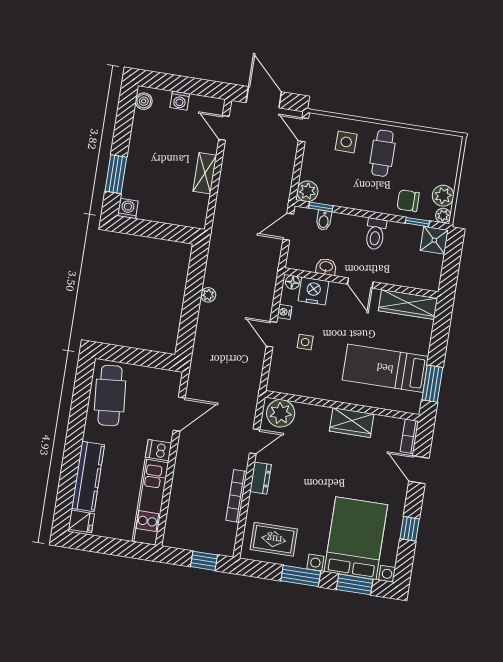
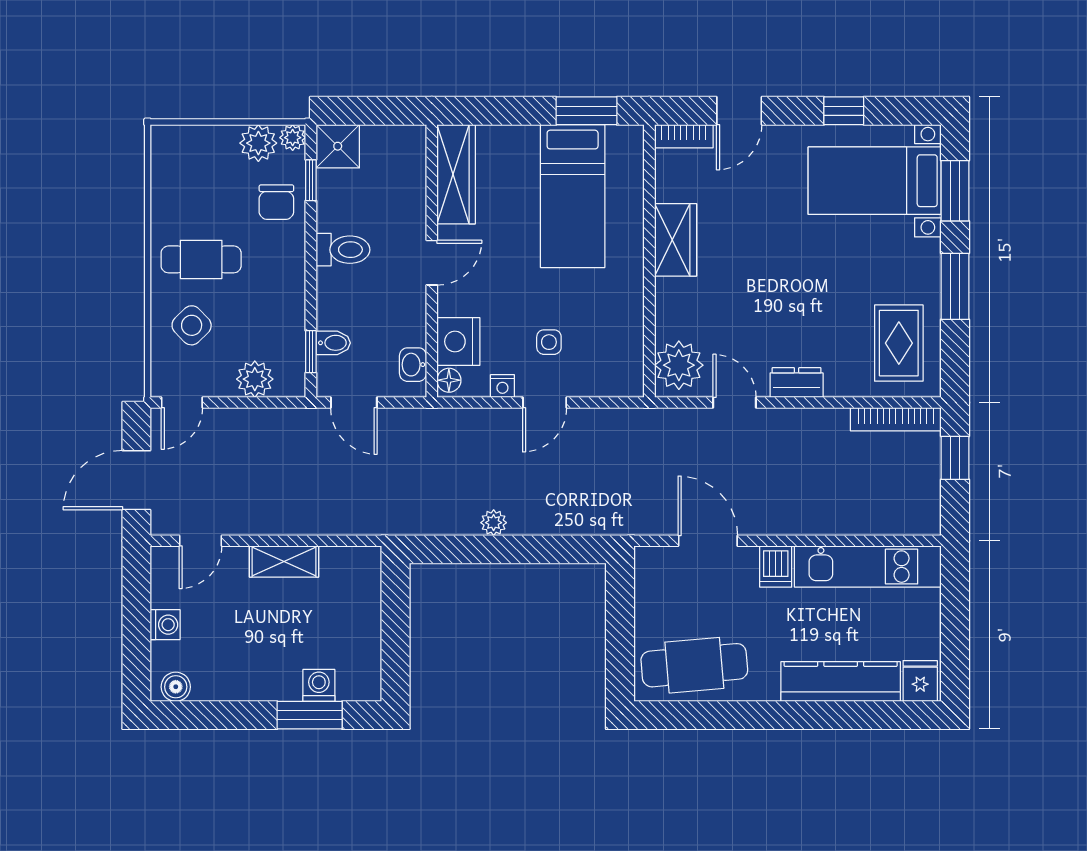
side table: (346, 142) -> (192, 325), turned 45
plant: (307, 191) -> (255, 379), moved
washing machine: (128, 208) -> (319, 685), moved, turned 90
washbasin: (326, 267) -> (413, 365), moved
bookcase: (236, 496) -> (896, 419), moved
bed with nightstands: (356, 538) -> (875, 181), width x0.73

